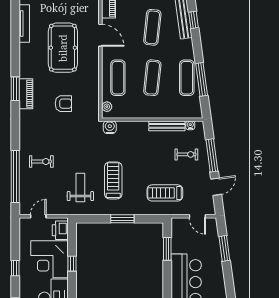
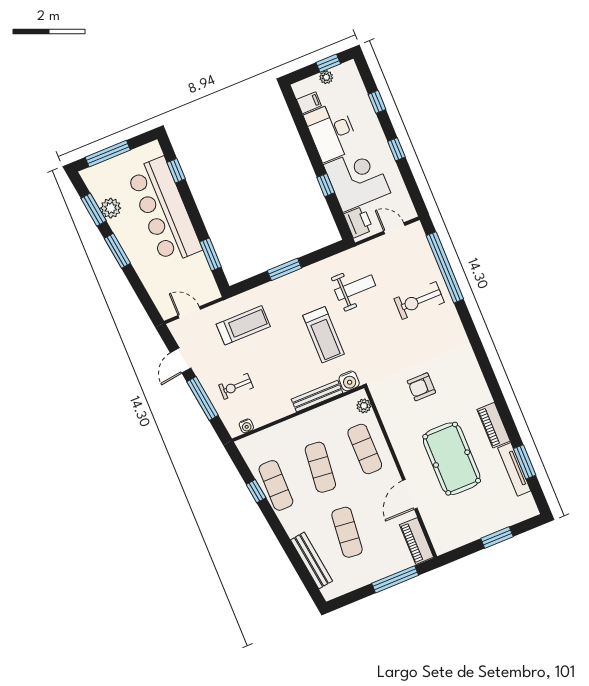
window: (194, 20) -> (298, 563), removed
door: (100, 35) -> (410, 494), hinge flipped
window: (202, 79) -> (256, 491), width x0.46
window: (15, 89) -> (525, 462), moved
piano: (26, 94) -> (494, 425), moved
bench: (167, 126) -> (317, 396), moved
exercise bike: (41, 161) -> (419, 301), width x1.38, depth x1.39
treadmill: (113, 180) -> (324, 335), moved
weight bench: (80, 187) -> (355, 288), turned -90
door: (38, 216) -> (394, 228), swing flipped
window: (224, 248) -> (117, 251), moved

